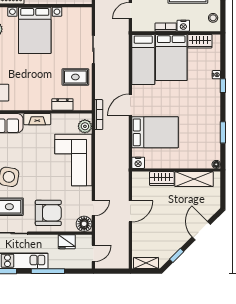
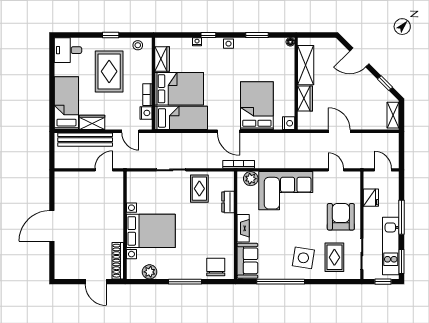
nightstand: (183, 26) -> (146, 113), moved
side table: (215, 105) -> (229, 44), added
floor lamp: (84, 224) -> (352, 180), removed

